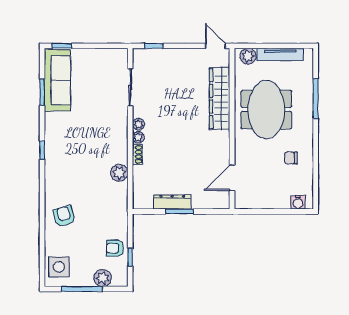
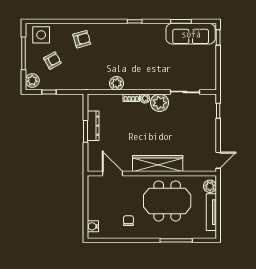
wardrobe: (220, 99) -> (158, 164), moved
plant: (138, 124) -> (160, 103), width x1.87, depth x1.87
armchair: (115, 248) -> (52, 61), moved, turned 61
plant: (103, 278) -> (32, 80), moved

